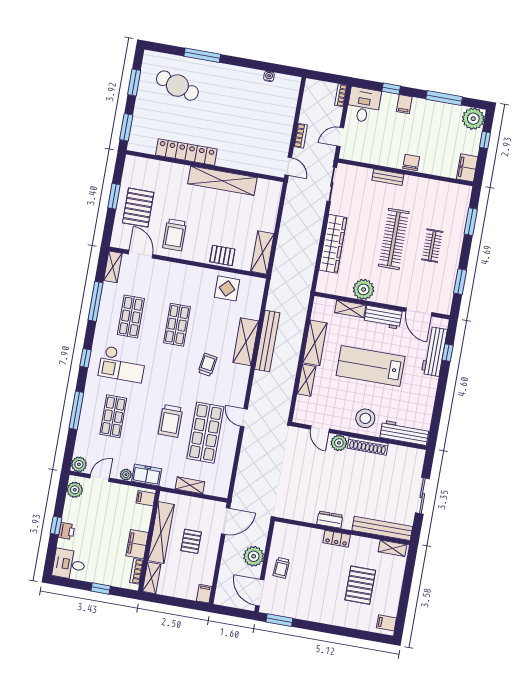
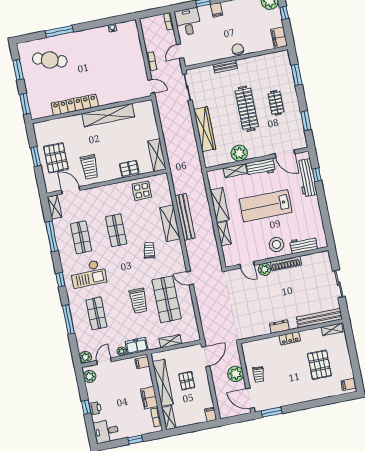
workbench: (404, 433) -> (304, 245), width x0.73

